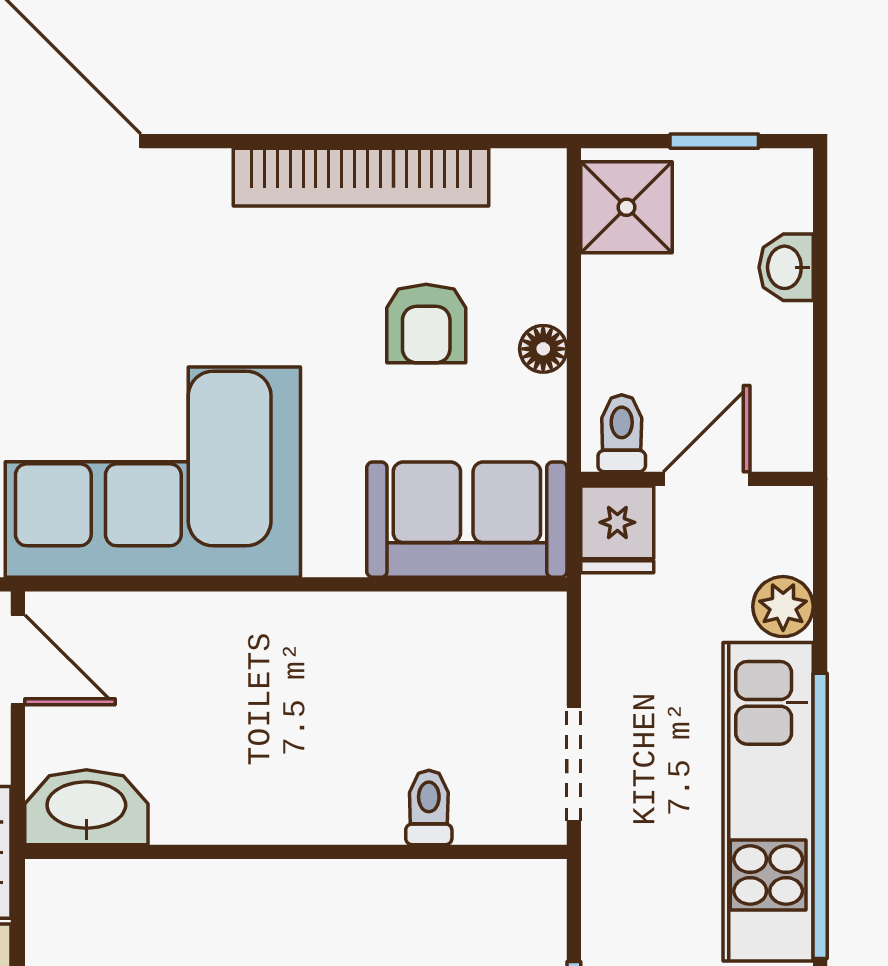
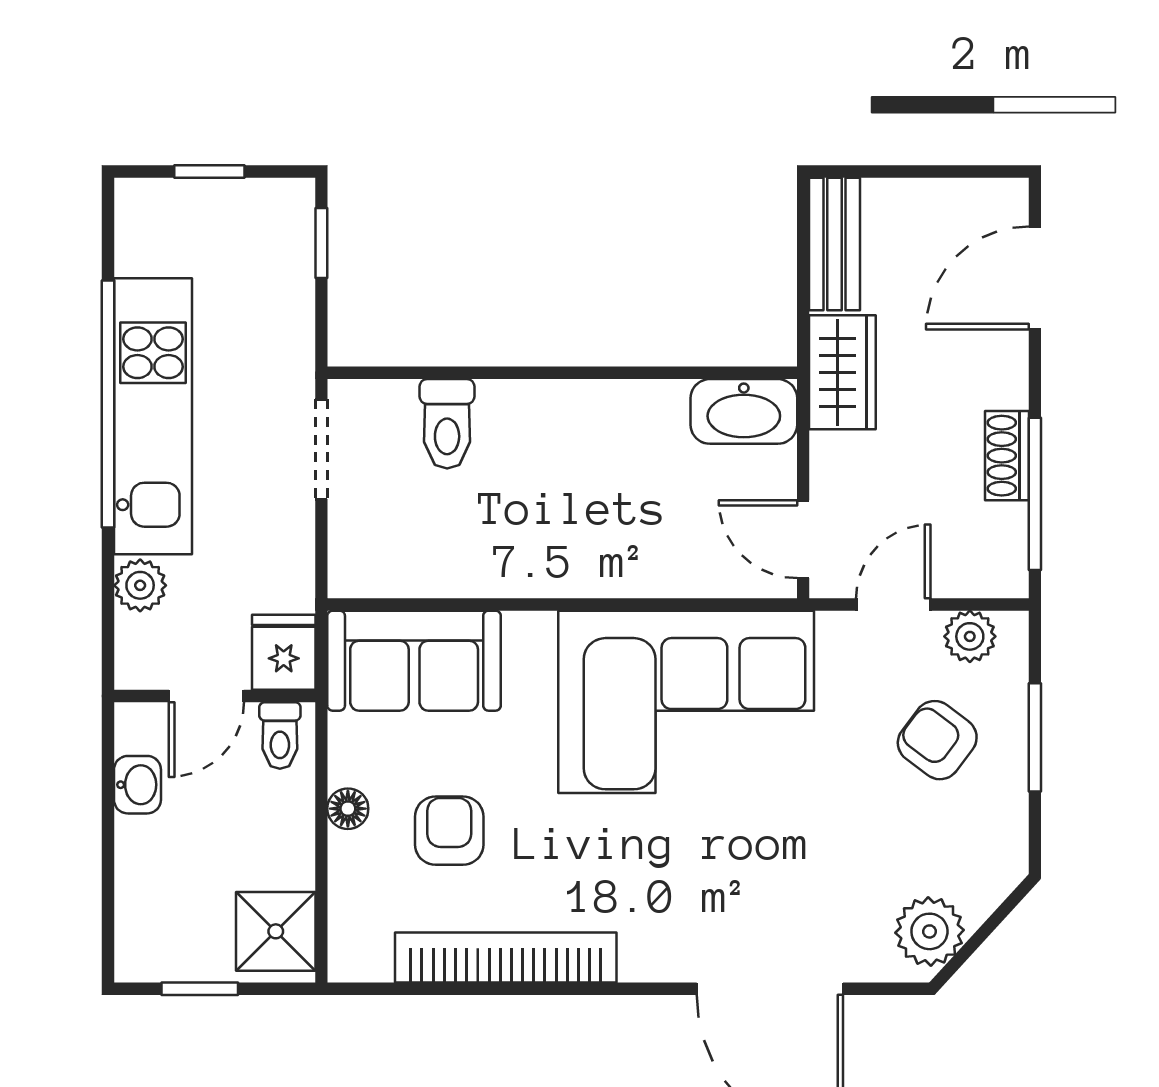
washbasin: (786, 267) -> (137, 785), moved
toilet: (429, 807) -> (447, 424), width x1.37, depth x1.39

